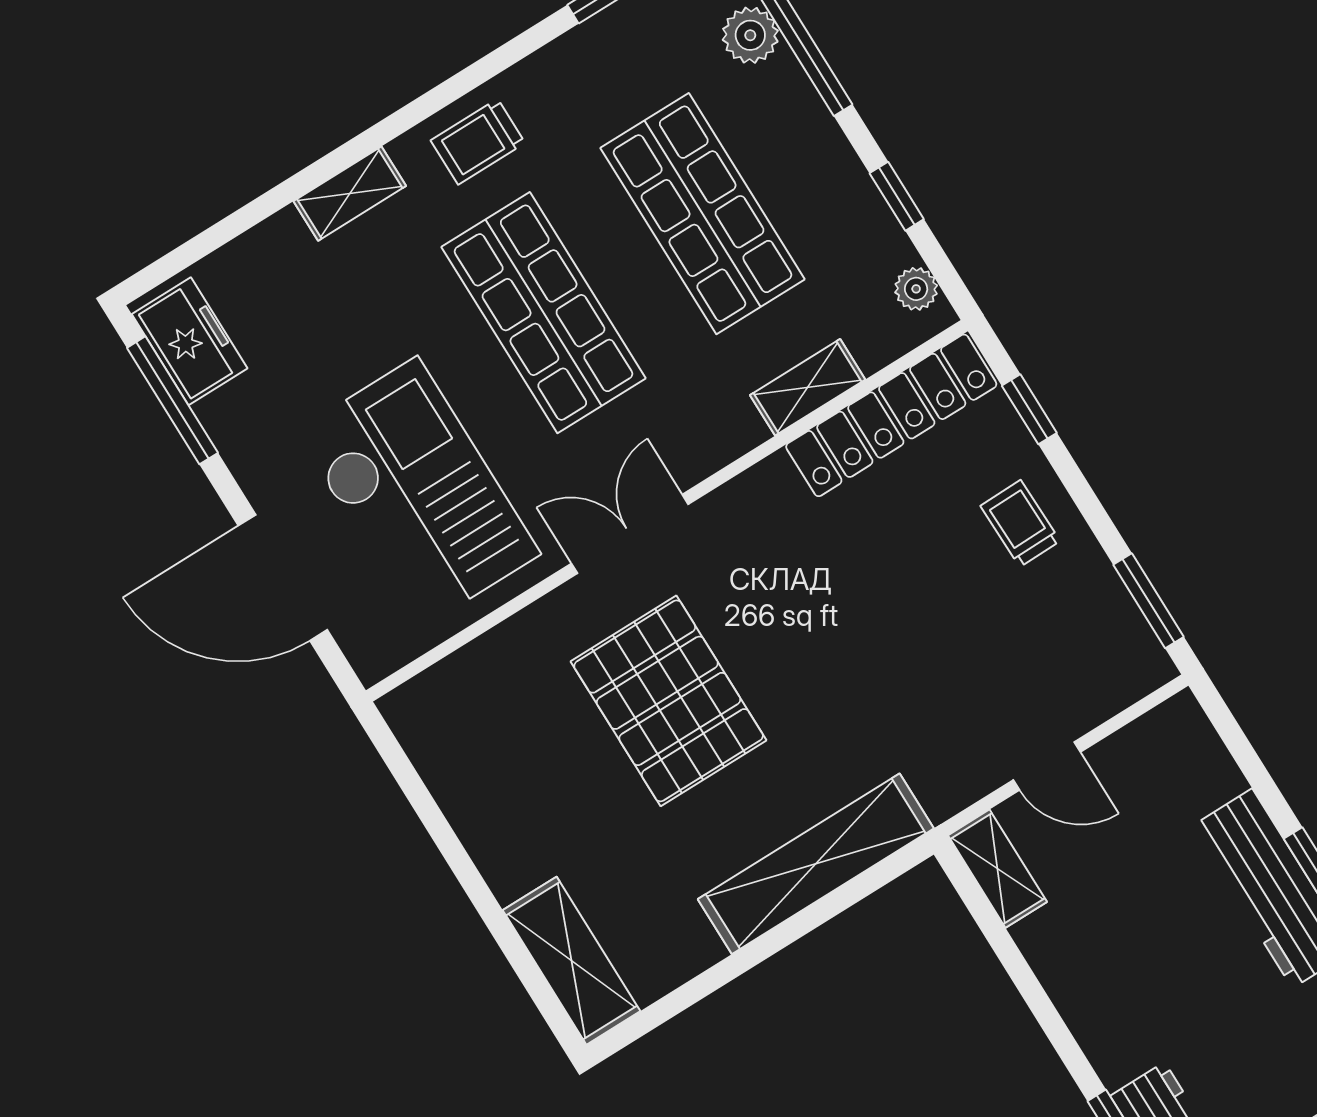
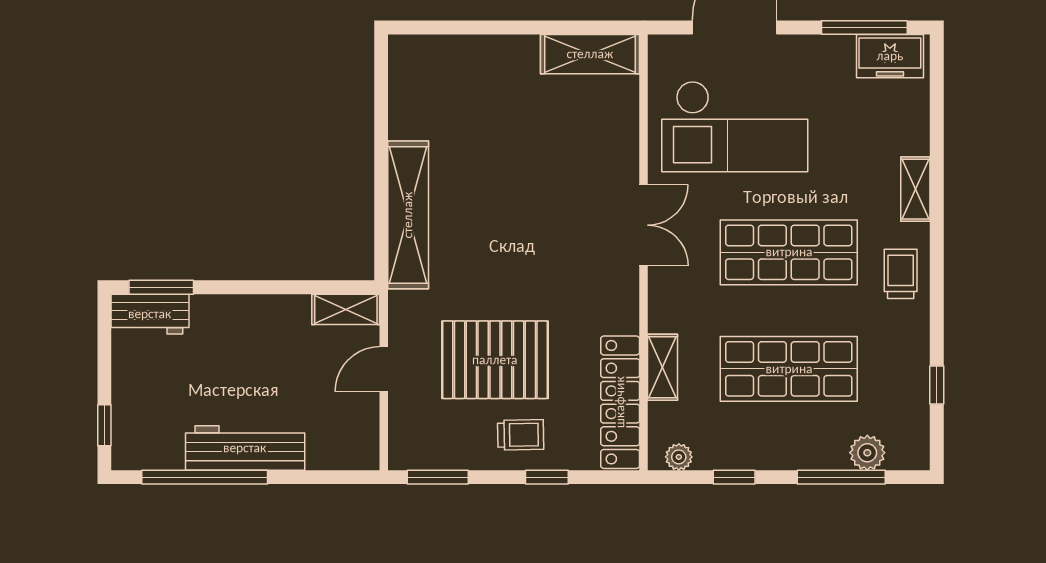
window: (1029, 409) -> (547, 477), moved
pallet: (669, 701) -> (495, 360), moved
shelving: (571, 961) -> (590, 54), moved

